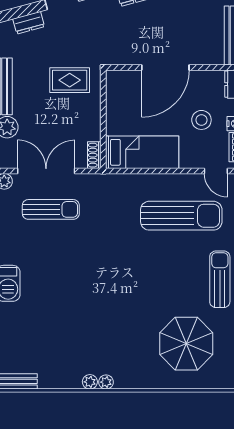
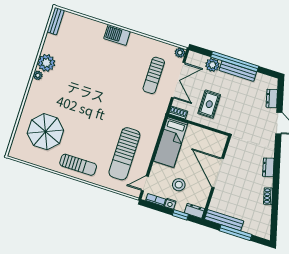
rug: (70, 80) -> (209, 104), moved
plant: (90, 382) -> (46, 63), width x1.87, depth x1.87

